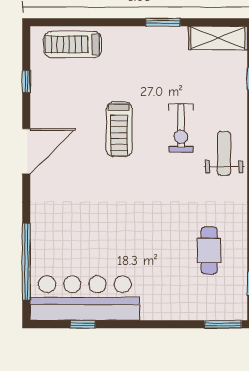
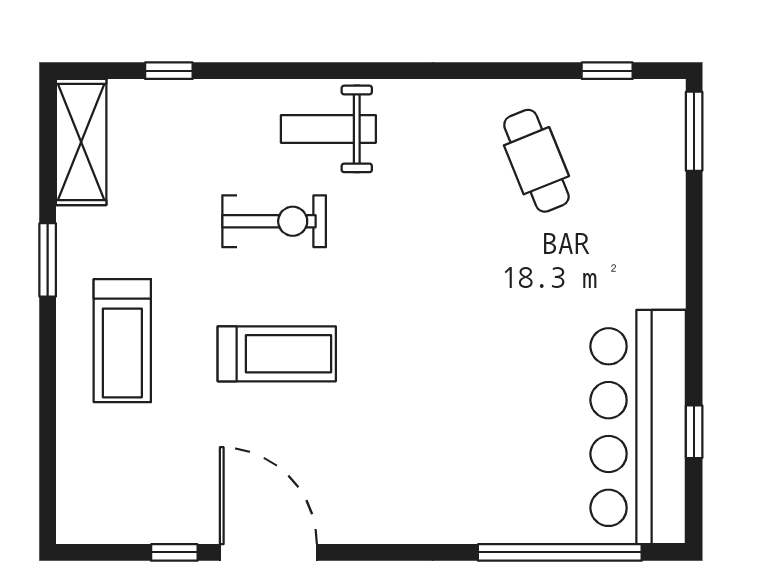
treadmill: (73, 45) -> (122, 341), moved
door: (26, 151) -> (268, 552), moved
cafe table: (209, 251) -> (536, 161), turned 68

